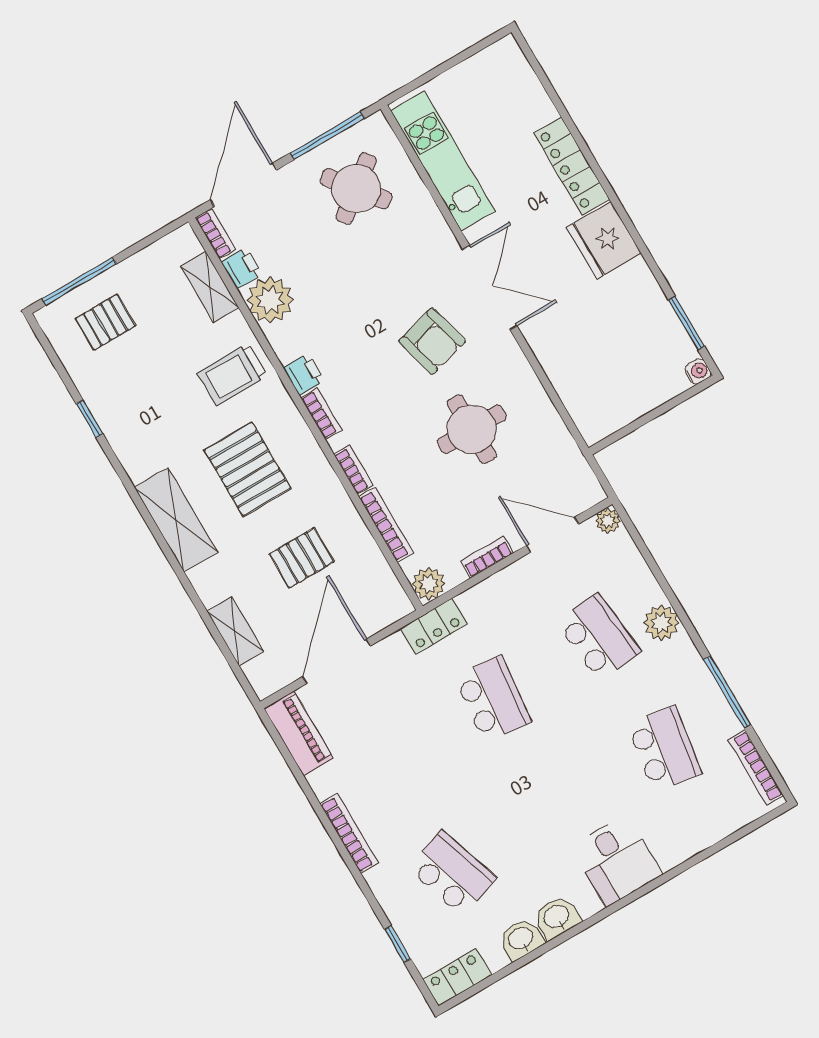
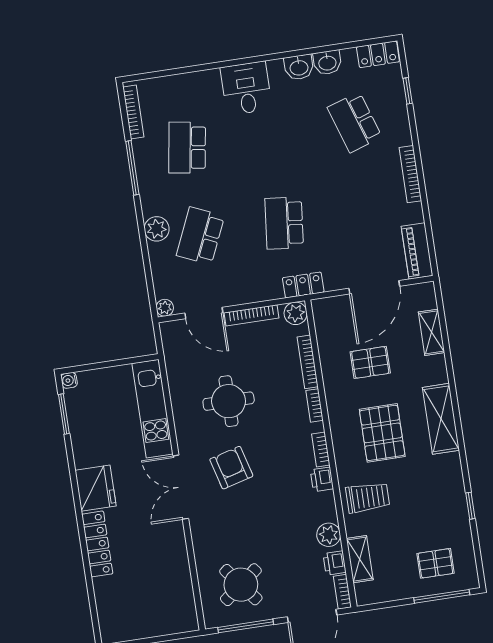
kitchen unit: (443, 161) -> (153, 409), moved
plant: (270, 300) -> (329, 535), width x0.73, depth x0.73
bookcase: (487, 557) -> (252, 315), width x1.56
school desk: (599, 637) -> (200, 236), turned 30

